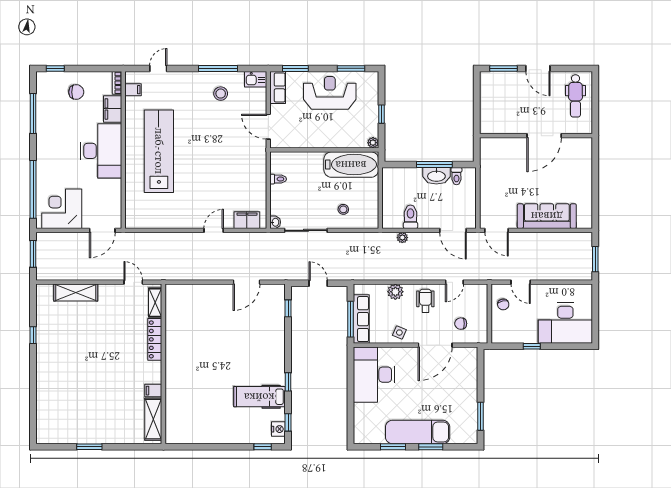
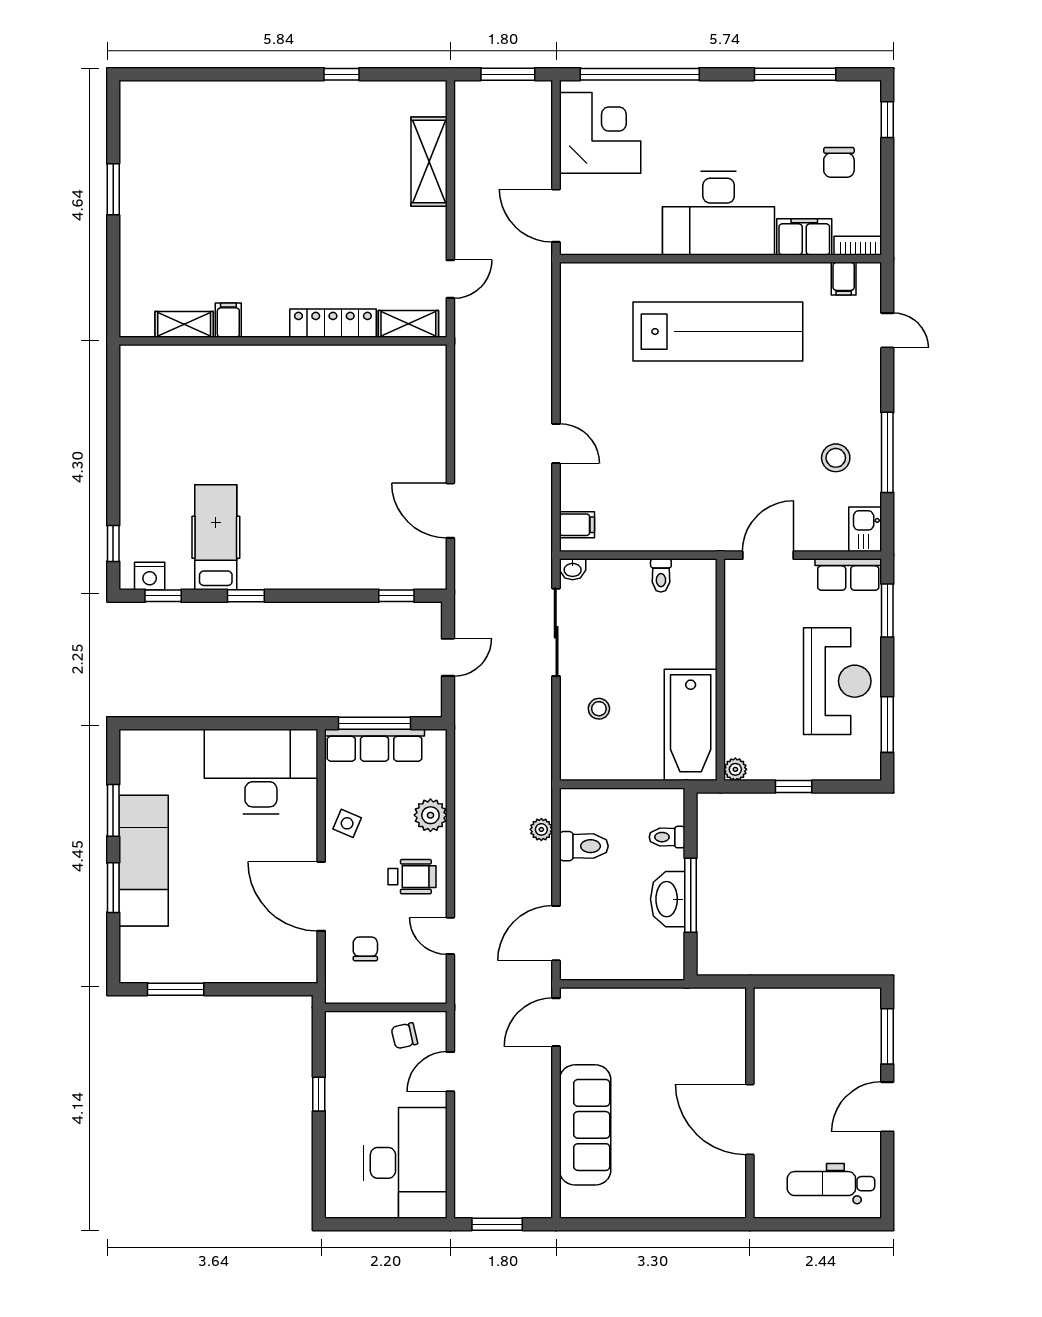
toilet: (456, 176) -> (667, 837), moved
filing cabinet: (247, 220) -> (577, 525), width x0.50
desk: (565, 323) -> (405, 1163), moved, turned 180
shelving: (153, 419) -> (184, 324), width x0.67, depth x0.75

